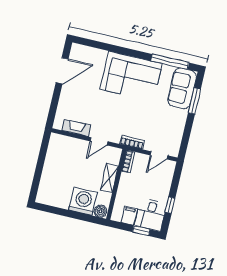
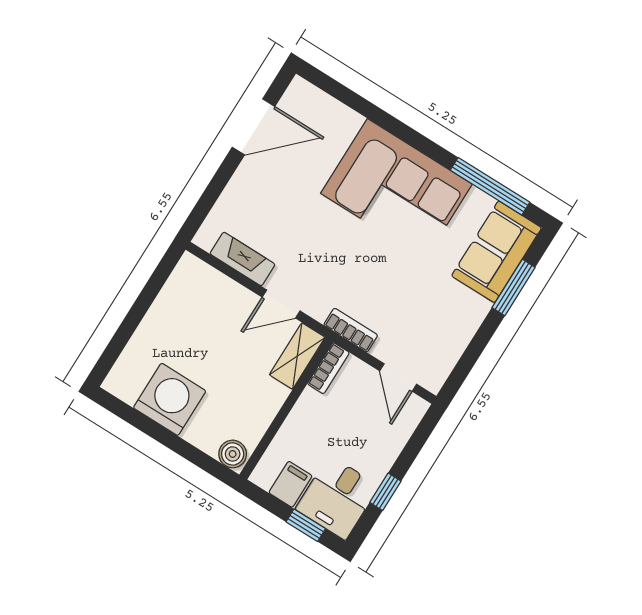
door: (159, 155) -> (398, 378), hinge flipped
shelving: (109, 178) -> (297, 356), moved
washing machine: (83, 201) -> (170, 399), moved

